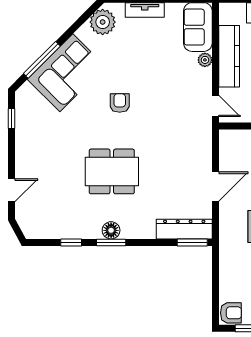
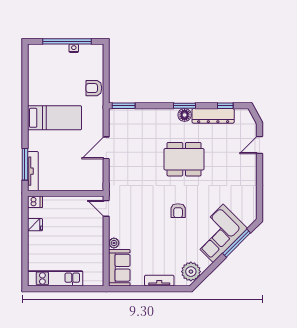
kitchen counter: (229, 56) -> (96, 246), removed
window: (11, 118) -> (259, 199), removed
dresser: (184, 229) -> (213, 116), moved
window: (71, 243) -> (225, 106), moved
armchair: (231, 313) -> (94, 88), moved

